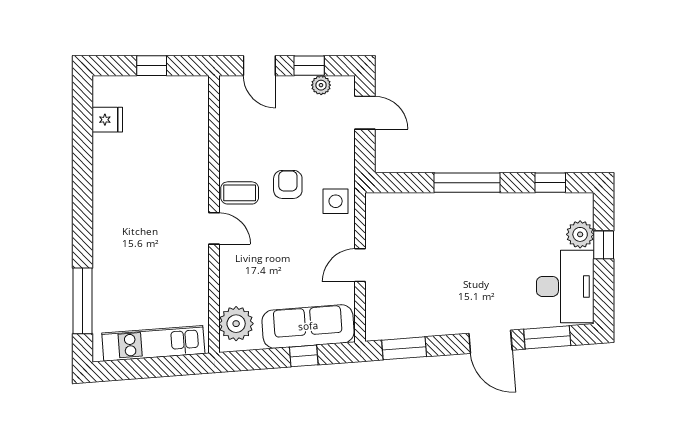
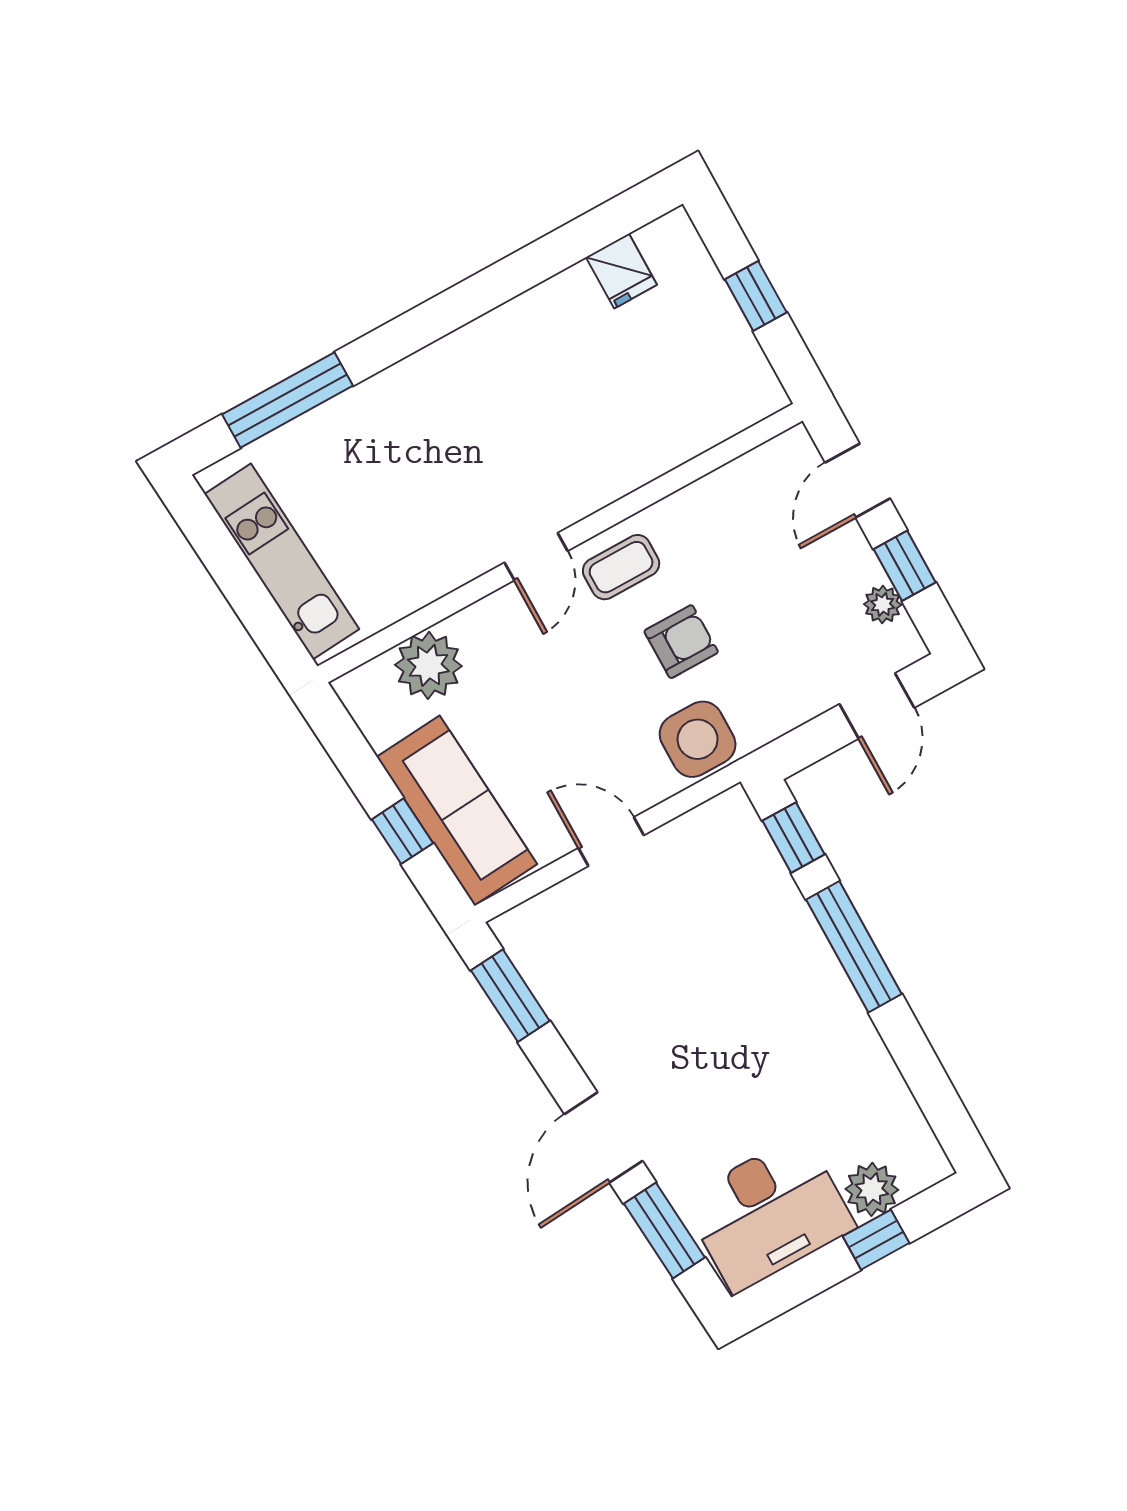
window: (550, 183) -> (793, 838), moved
coffee table: (240, 193) -> (621, 567), turned 90
side table: (336, 201) -> (698, 739), width x1.37, depth x1.37
plant: (236, 324) -> (428, 665), moved

